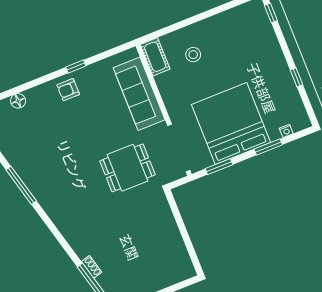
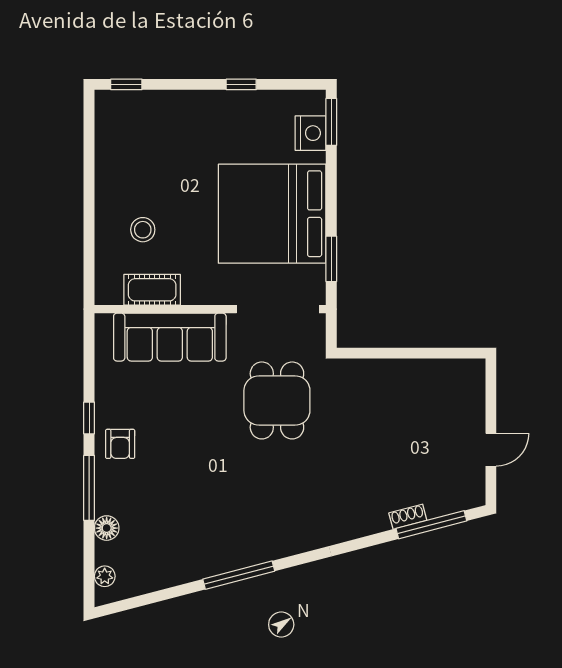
cot: (155, 57) -> (152, 290), moved
window: (37, 82) -> (89, 488), added
nightstand: (286, 131) -> (311, 133), width x1.89, depth x1.79
window: (268, 147) -> (331, 122), moved

